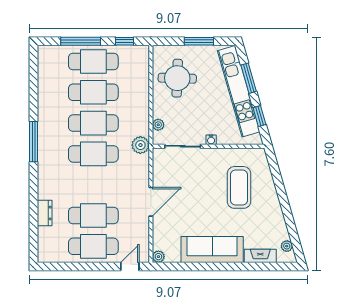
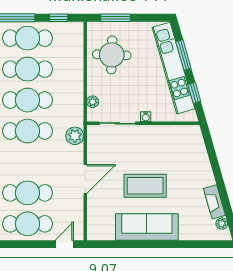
window: (199, 41) -> (116, 18), moved
plant: (140, 145) -> (75, 136), moved
coffee table: (239, 187) -> (145, 186), moved, turned 90
fireplace: (260, 256) -> (214, 202), moved, turned -106
plant: (158, 257) -> (93, 234), removed

